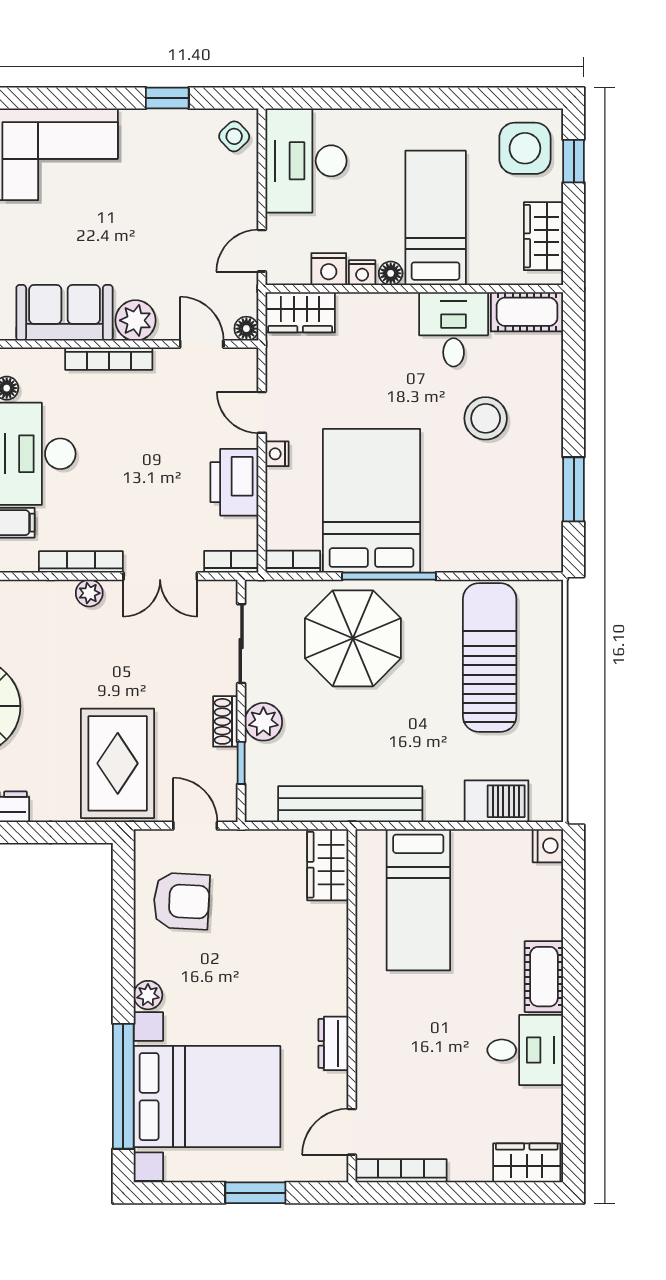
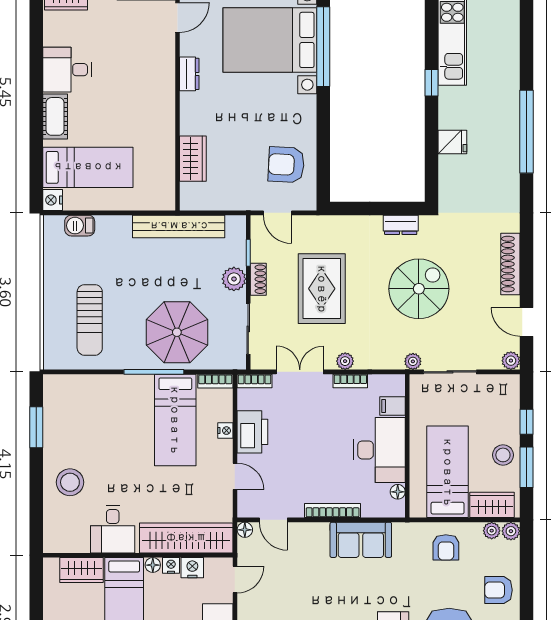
wardrobe: (543, 236) -> (81, 570), moved, turned 90
wardrobe: (300, 312) -> (186, 538), width x2.10, depth x1.17
cot: (527, 312) -> (66, 541), removed
plant: (136, 320) -> (316, 535), removed
stool: (486, 418) -> (70, 482), moved
nightstand: (277, 454) -> (225, 431), moved
bed: (372, 501) -> (175, 420), width x0.67
bookcase: (81, 562) -> (350, 381), width x0.64
sun lounger: (490, 658) -> (90, 320), width x0.73, depth x0.75
rug: (118, 763) -> (322, 289), moved
barbecue: (497, 801) -> (80, 226), width x0.73, depth x0.79
wardrobe: (328, 865) -> (193, 159), moved
bed: (418, 900) -> (88, 167), moved, turned 90
plant: (148, 995) -> (308, 105), removed

